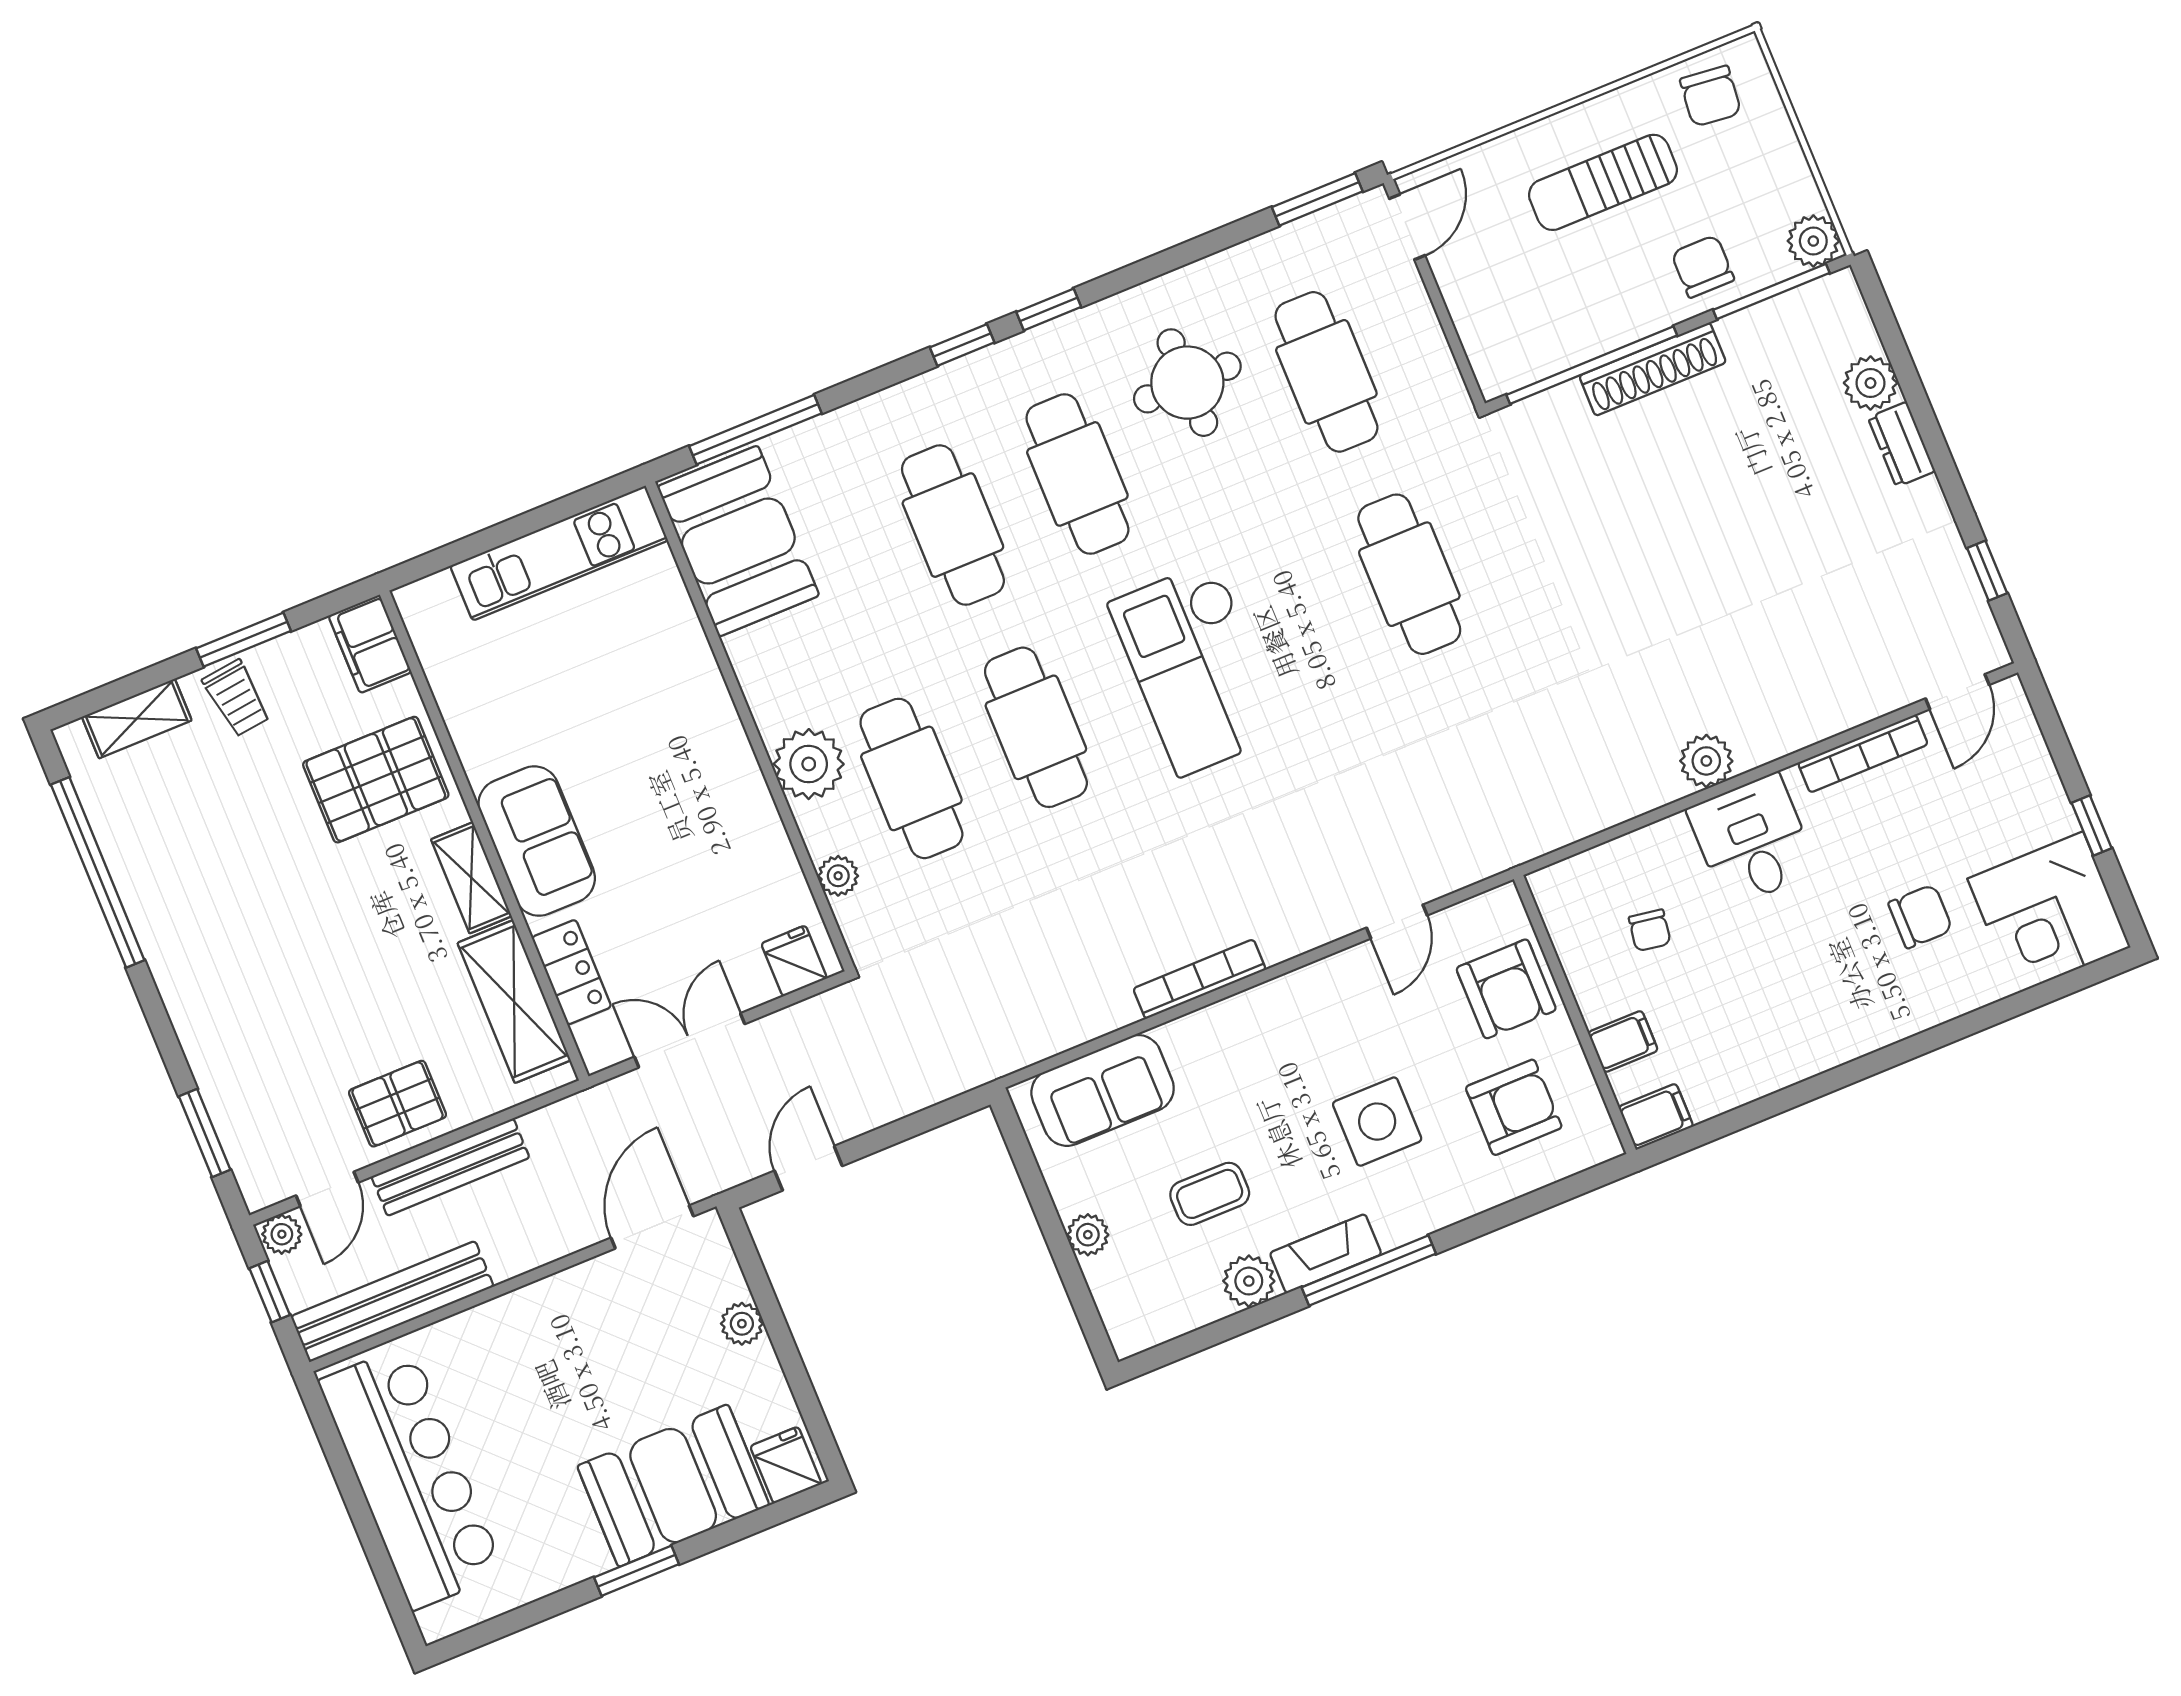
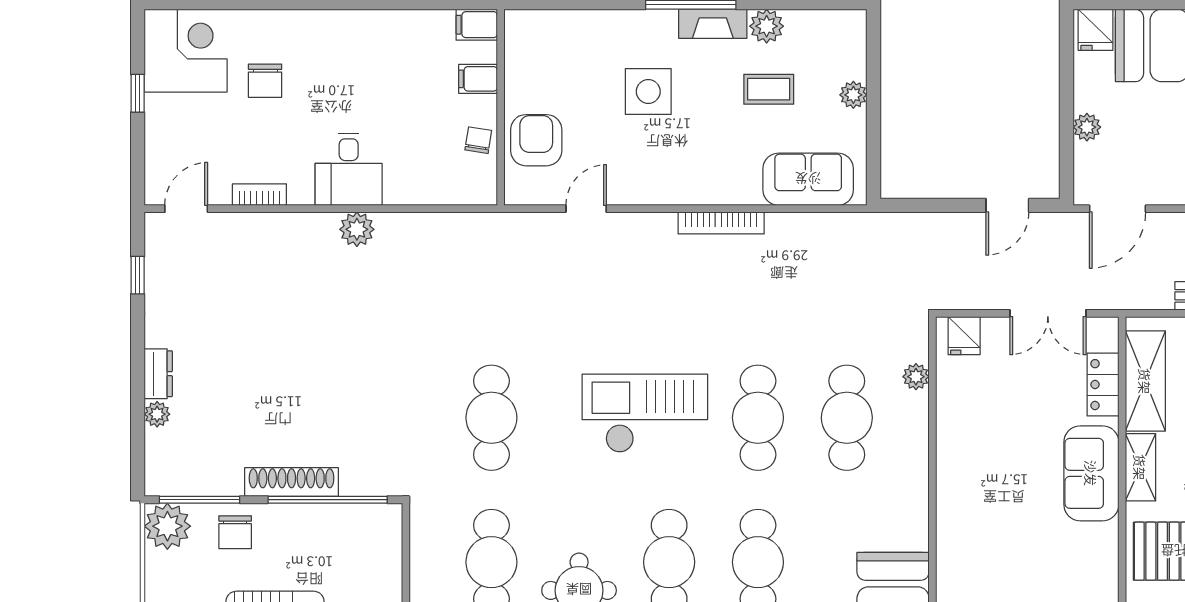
plant: (1813, 241) -> (167, 526), width x1.36, depth x1.36
plant: (1871, 383) -> (157, 414), width x0.73, depth x0.73
checkout: (1197, 668) -> (645, 413), turned -90
bookcase: (1863, 754) -> (259, 195), width x0.64
plant: (809, 764) -> (906, 452), removed
chair: (1920, 916) -> (265, 81), turned -90
chair: (1650, 930) -> (478, 140), moved
armchair: (1514, 1107) -> (561, 66), removed

